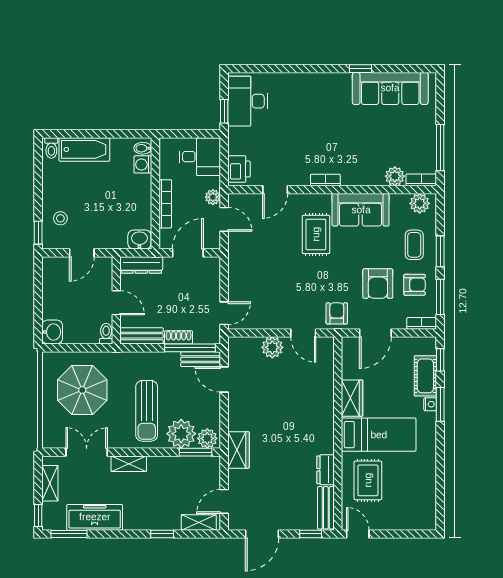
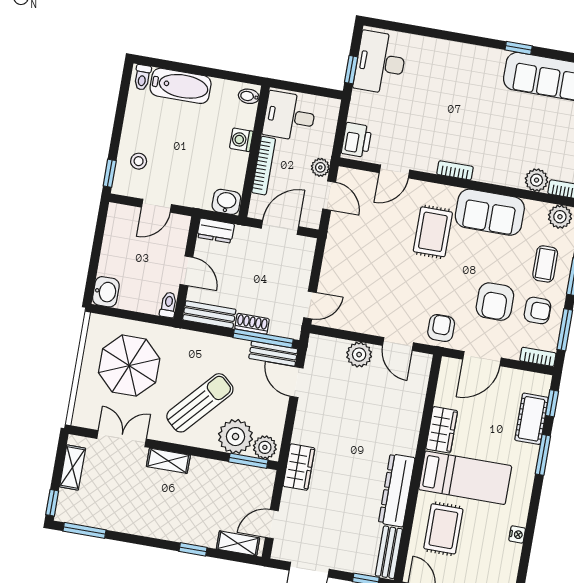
desk: (200, 157) -> (289, 116), moved, turned 180
washing machine: (143, 164) -> (241, 140), moved
dresser: (141, 265) -> (216, 231), width x0.70
nightstand: (430, 404) -> (517, 534), moved
sun lounger: (147, 411) -> (200, 403), turned -138
dresser: (325, 470) -> (397, 490), width x1.96, depth x1.24
freezer: (95, 517) -> (118, 516), removed

